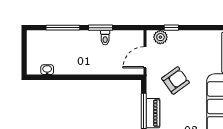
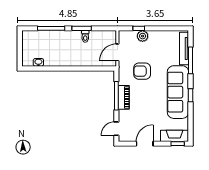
plant: (160, 37) -> (143, 36), moved
armchair: (175, 80) -> (142, 71), turned -144

